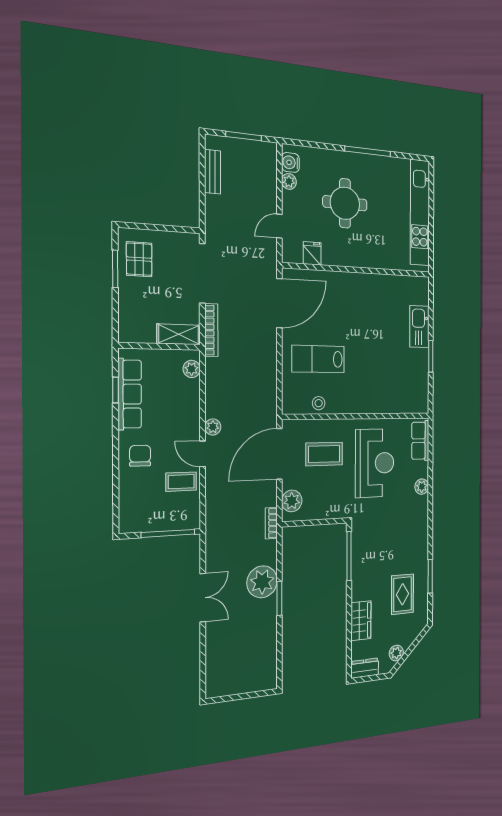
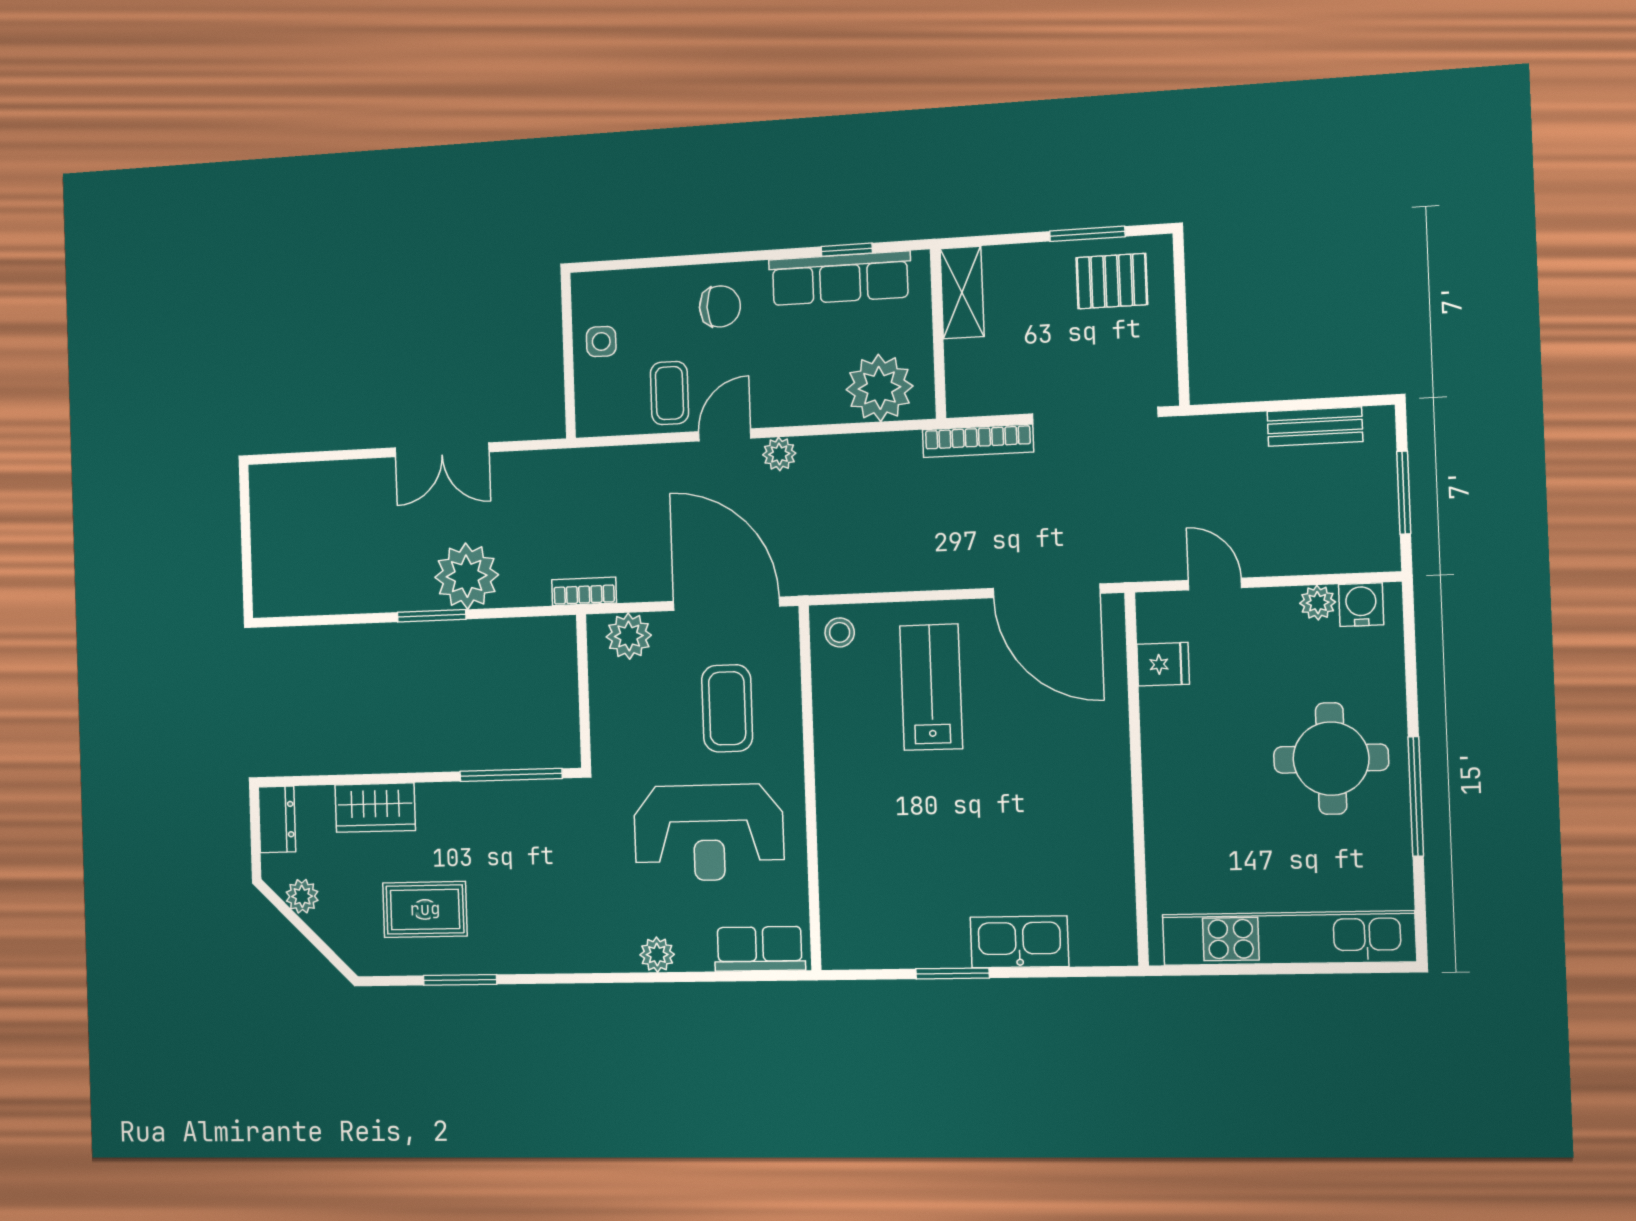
round table: (345, 203) -> (1331, 759), moved
shelving: (179, 334) -> (962, 293), moved
plant: (192, 369) -> (879, 388), width x1.87, depth x1.87
stool: (319, 403) -> (840, 632), moved
side table: (154, 517) -> (601, 341), added
window: (168, 533) -> (569, 372), removed

